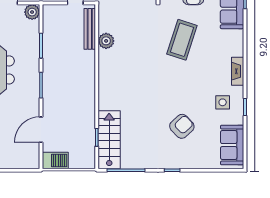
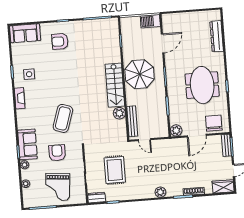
parasol: (75, 91) -> (140, 74), added
armchair: (182, 126) -> (60, 41), moved, turned 43
stairs: (109, 140) -> (115, 85), moved
sofa: (232, 145) -> (25, 33), moved, turned 90

